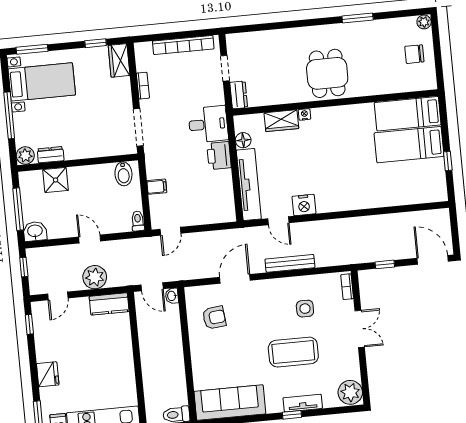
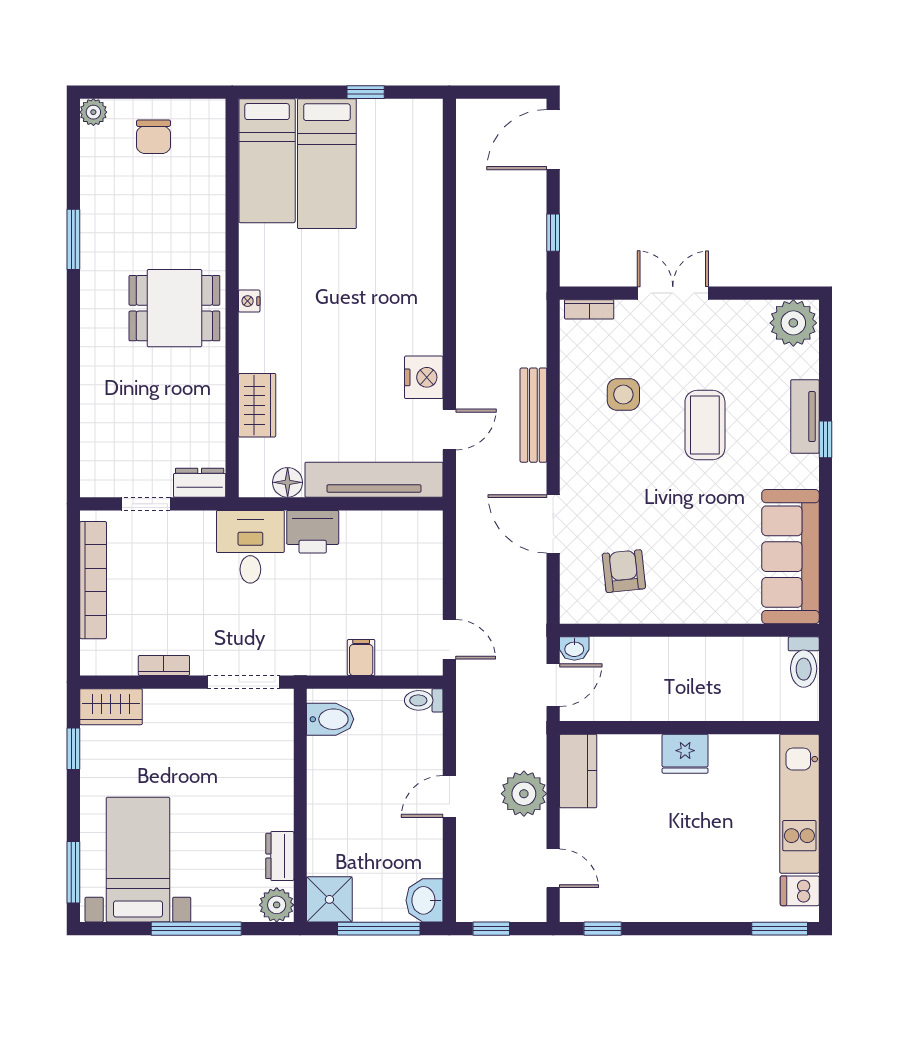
nightstand: (304, 114) -> (249, 301), moved
shower: (56, 180) -> (329, 899), moved
coffee table: (293, 352) -> (705, 425), width x0.73, depth x0.76
fridge: (48, 374) -> (685, 754), moved, turned 180

